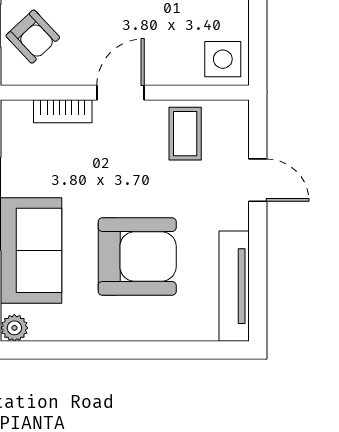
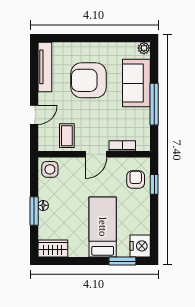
armchair: (33, 37) -> (136, 180), turned 43
door: (258, 180) -> (34, 115), swing flipped

